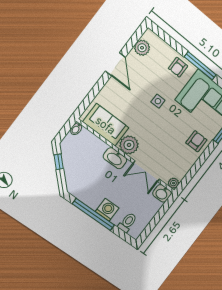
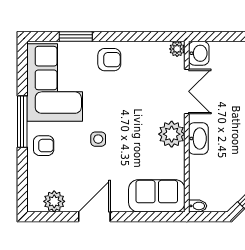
sofa: (106, 125) -> (157, 196), moved, turned 90
armchair: (196, 141) -> (109, 60), turned 180

